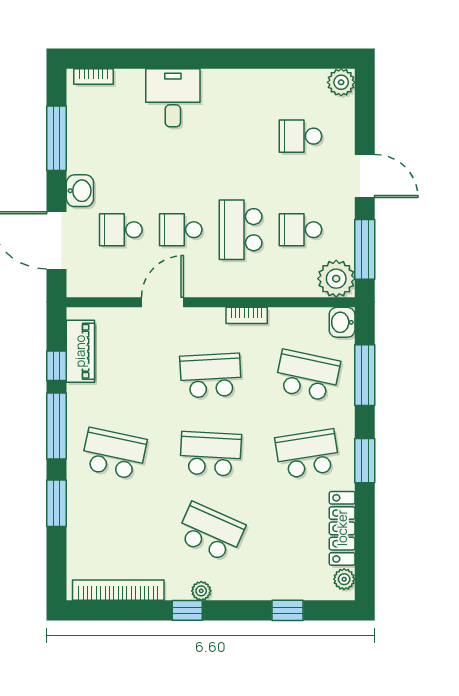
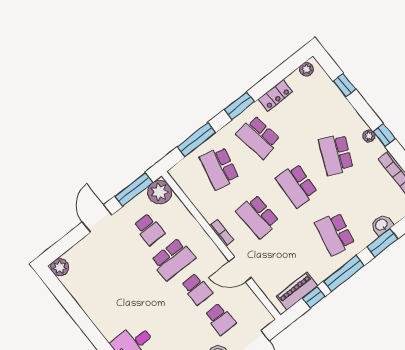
school desk: (300, 136) -> (103, 266), removed
bookcase: (247, 315) -> (222, 233), moved
washbasin: (342, 322) -> (382, 225), moved, turned 180
locker: (342, 528) -> (275, 96), width x0.66

